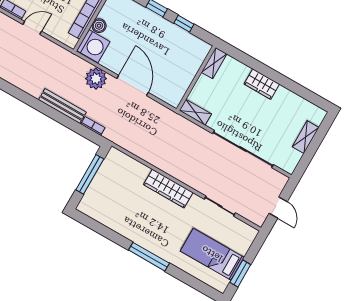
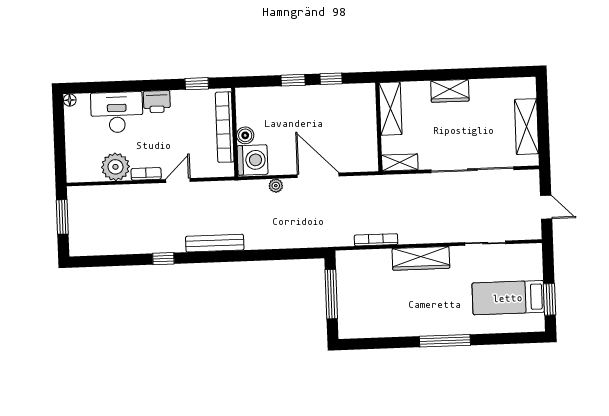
shelving: (214, 63) -> (390, 109), width x1.50, depth x1.33
plant: (96, 79) -> (276, 186), width x0.53, depth x0.53
bench: (62, 106) -> (215, 243), moved
bookcase: (93, 126) -> (376, 240), moved, width x1.56
shelving: (306, 137) -> (527, 127), width x1.50, depth x1.33

